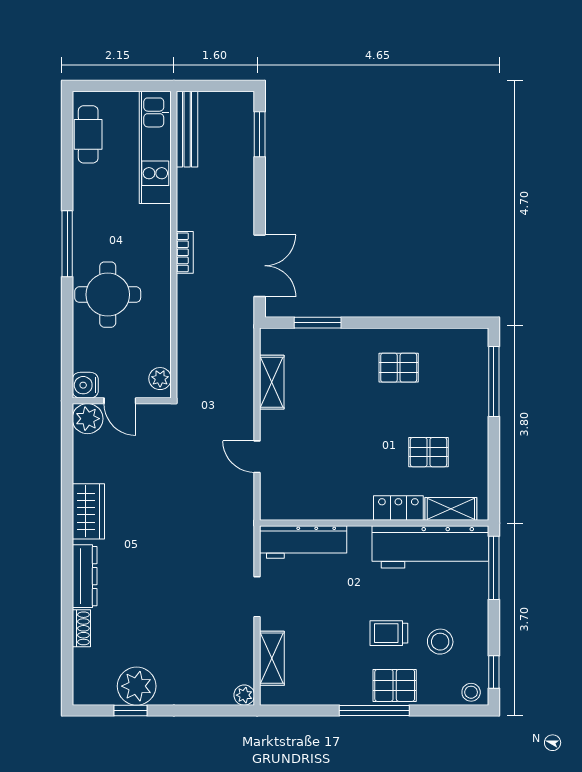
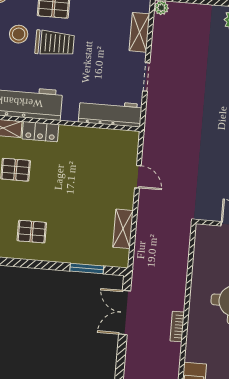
plant: (160, 379) -> (202, 238), removed
trolley: (389, 633) -> (55, 43), width x1.36, depth x1.39

